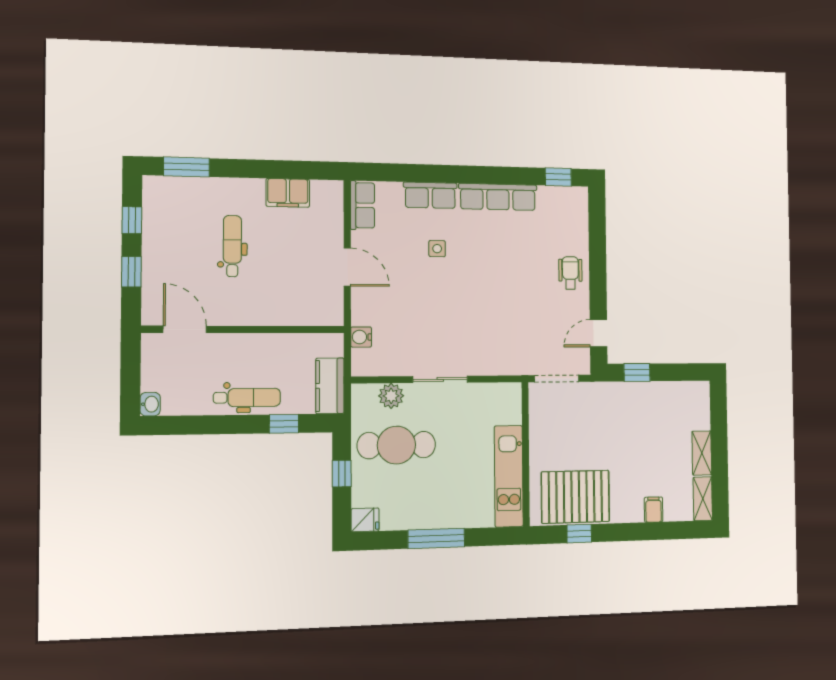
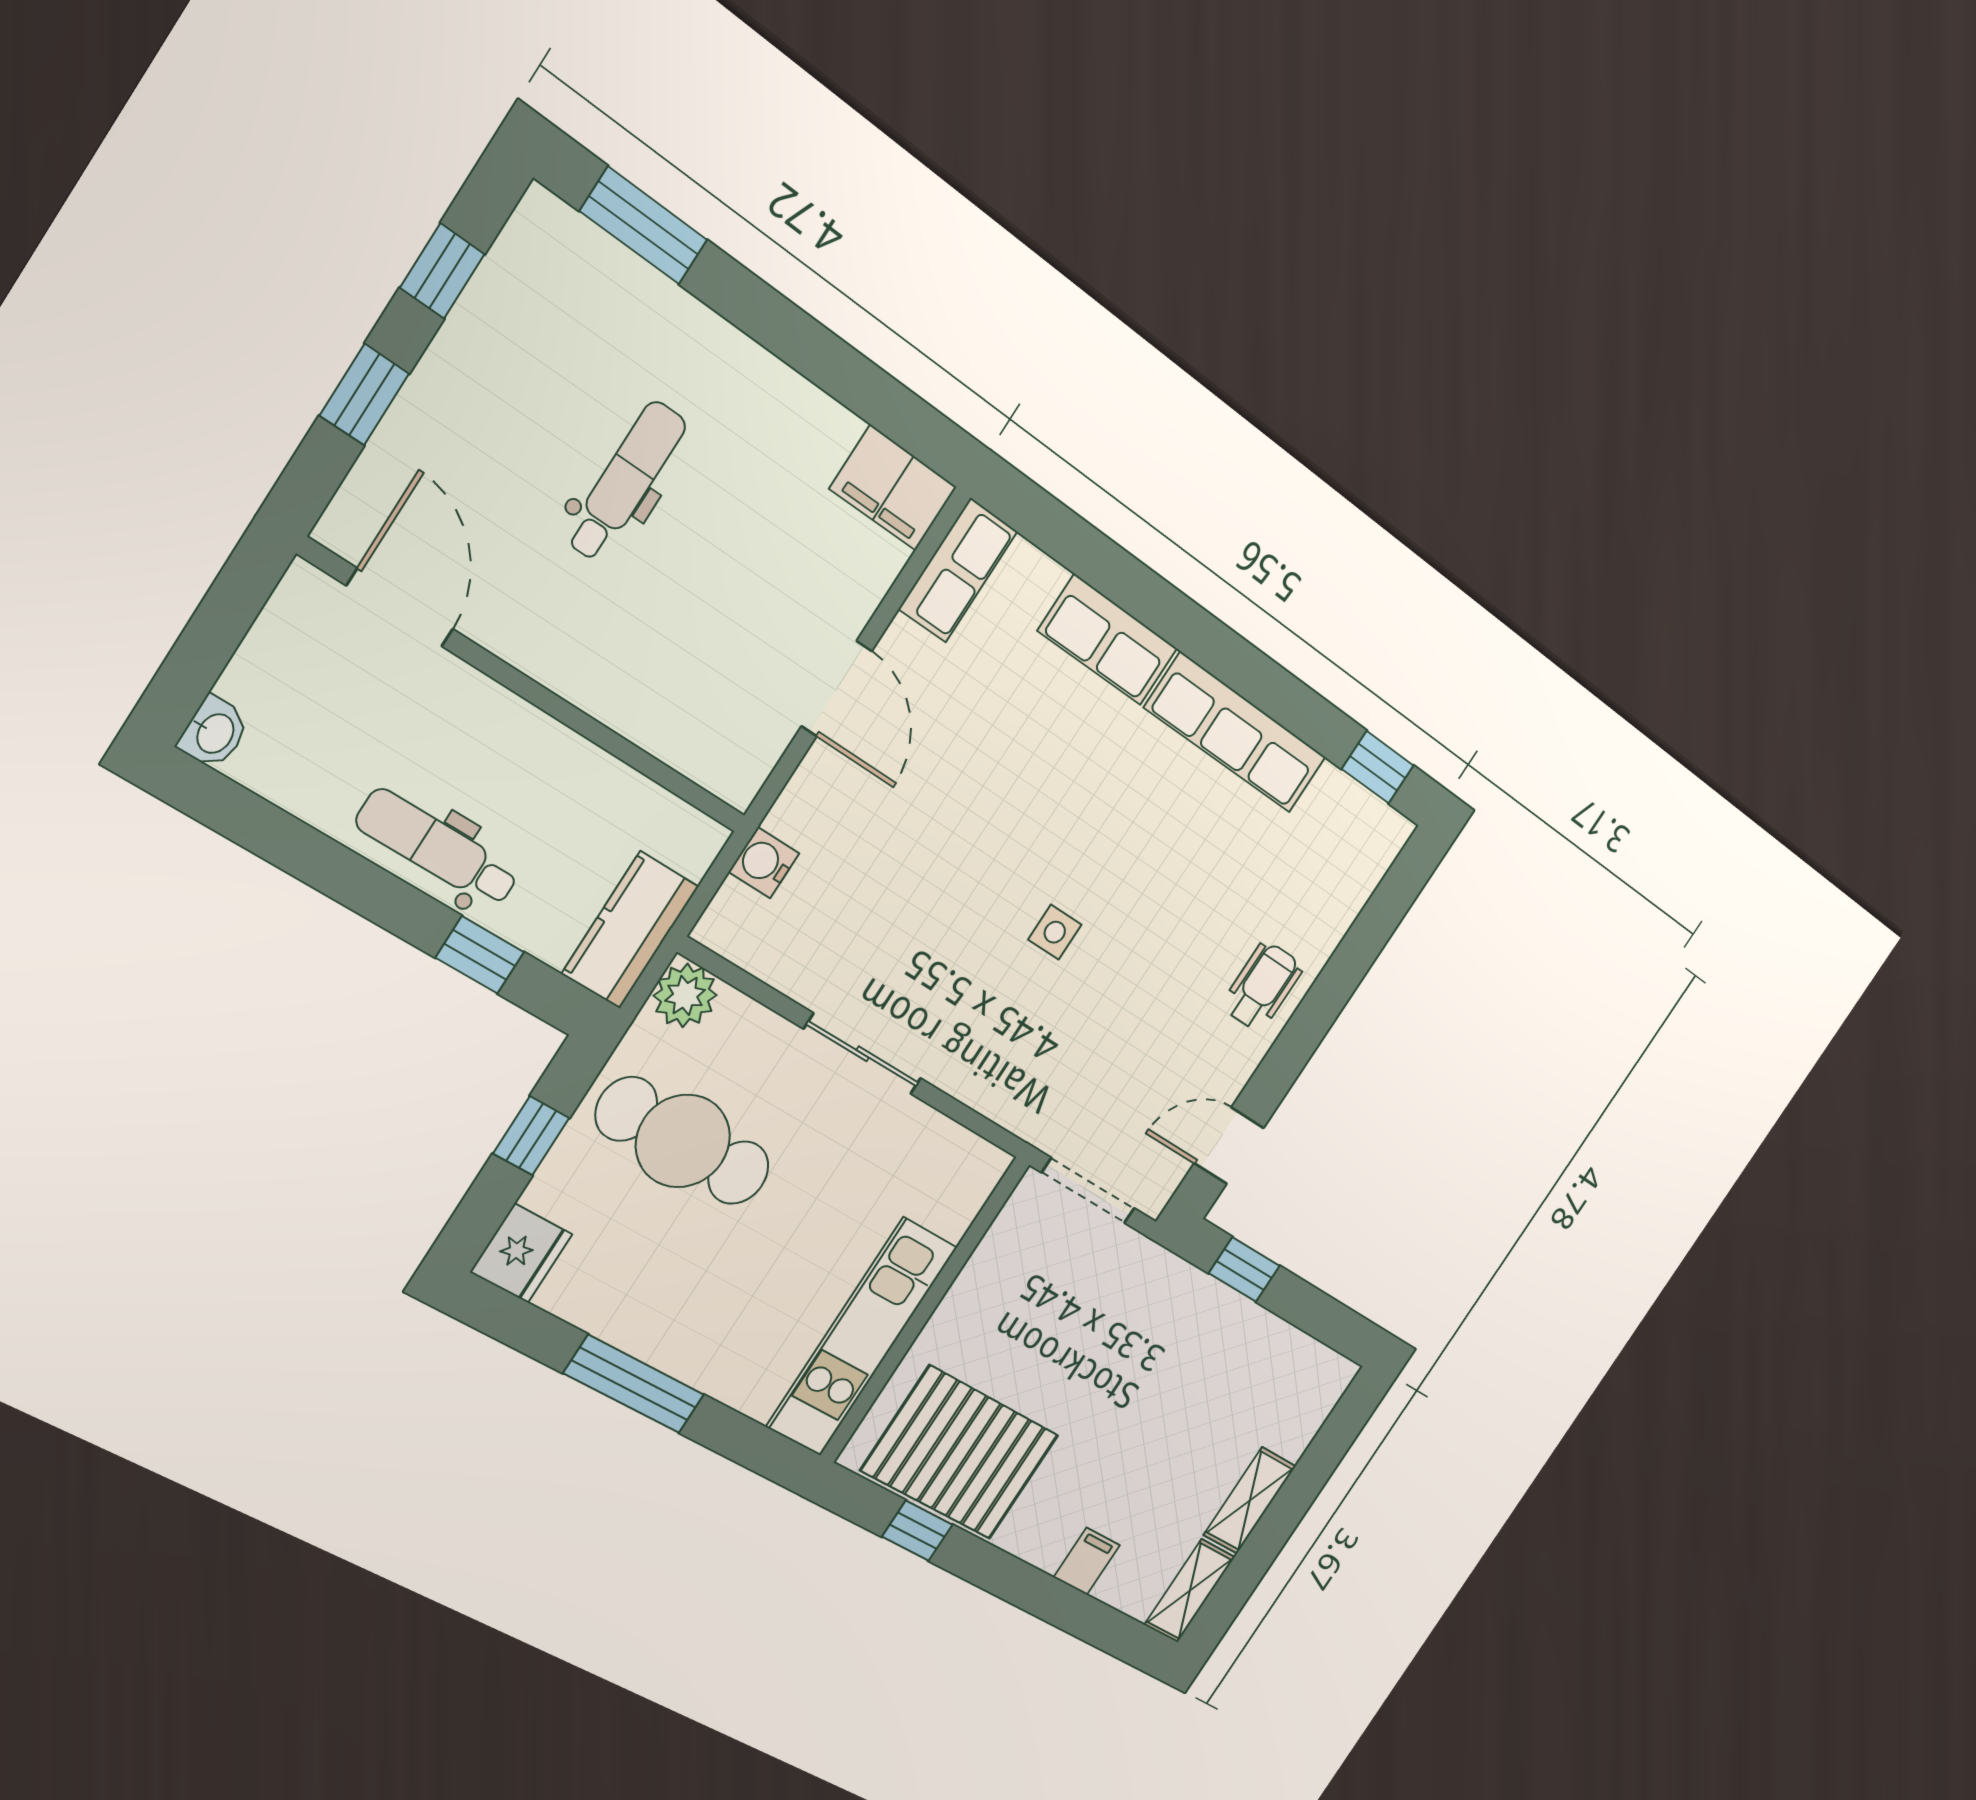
filing cabinet: (288, 193) -> (893, 488), moved
side table: (437, 249) -> (1055, 932), moved
plant: (391, 396) -> (685, 995), moved
dental chair: (247, 398) -> (438, 848), turned 180
fridge: (365, 520) -> (521, 1253), width x1.38

